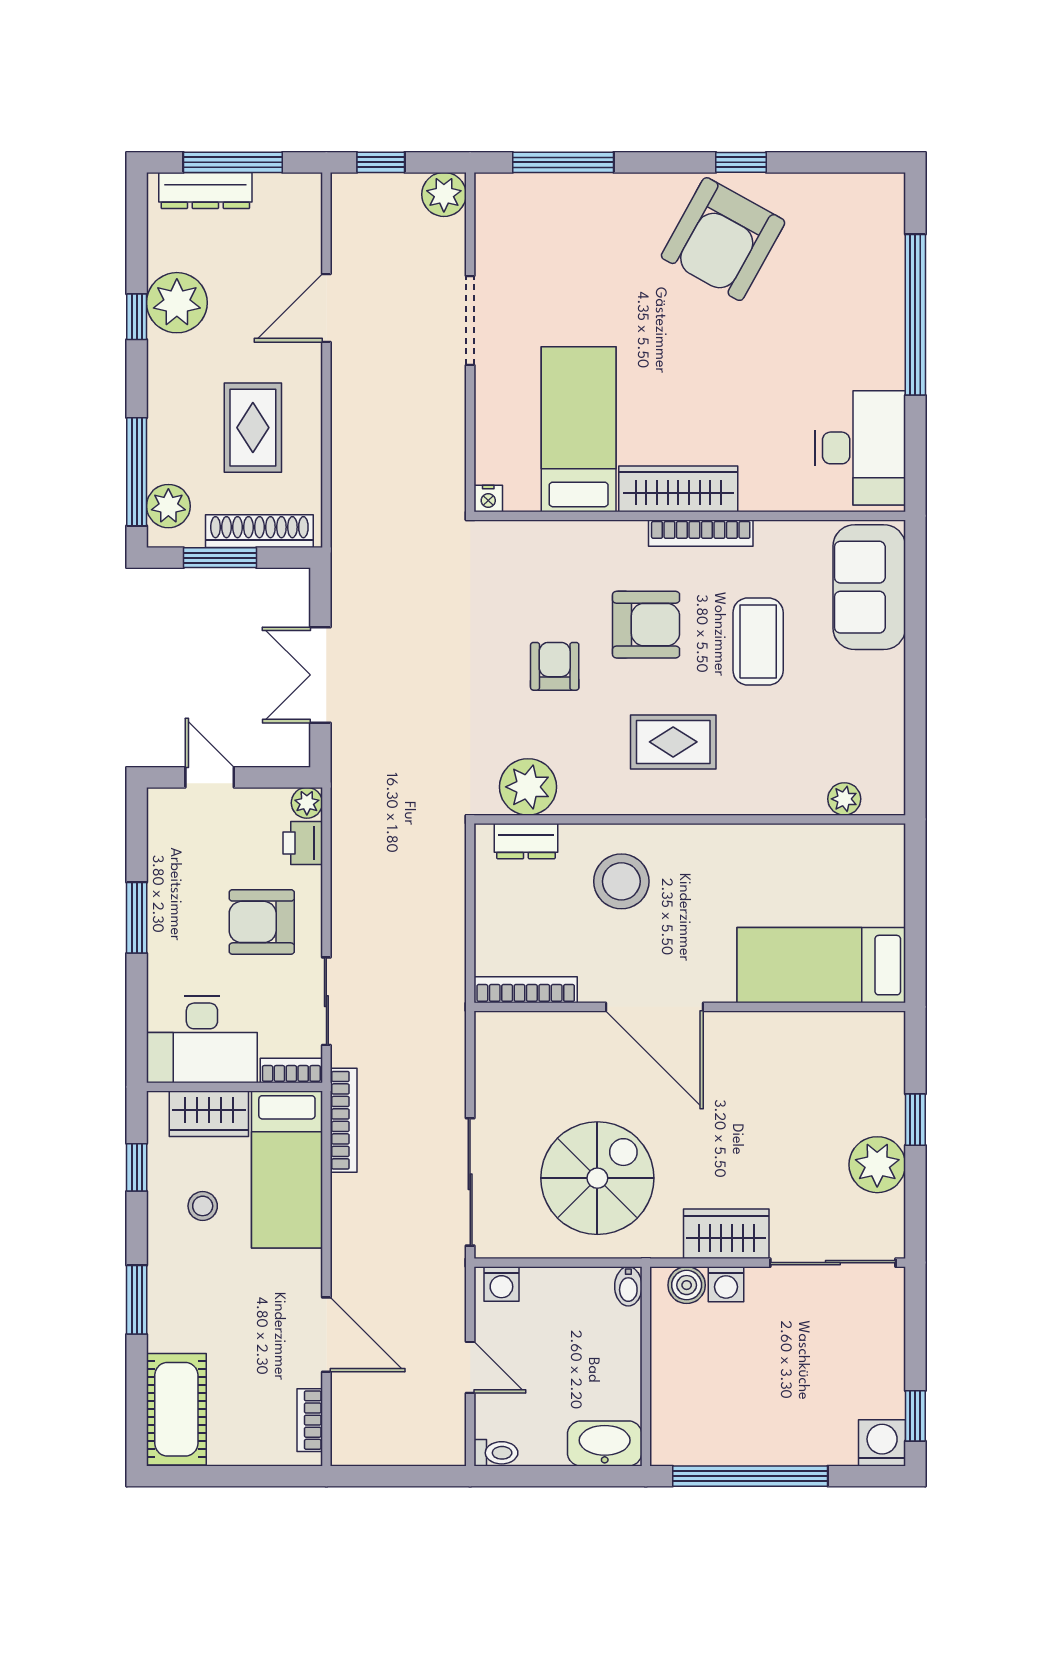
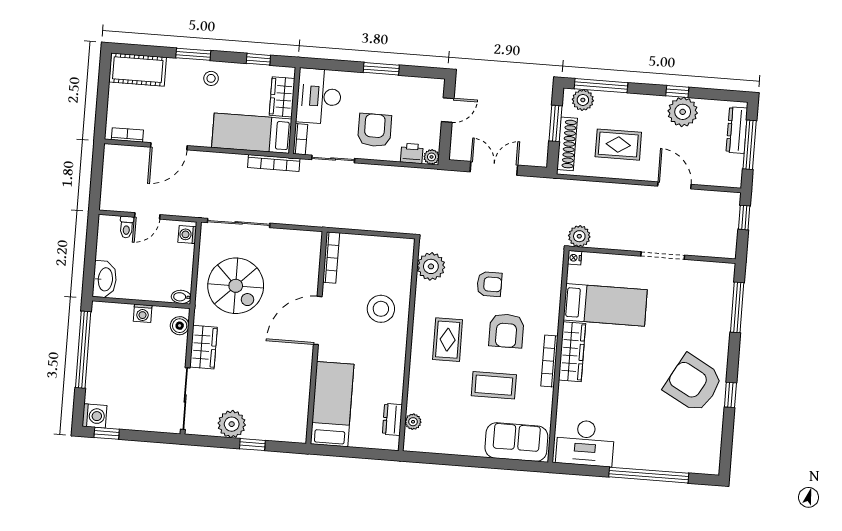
plant: (444, 194) -> (579, 236), moved
dresser: (526, 841) -> (392, 419), moved
stool: (203, 1206) -> (211, 78), moved
washing machine: (726, 1284) -> (143, 313), moved, turned -90
toilet: (496, 1453) -> (126, 227), moved

